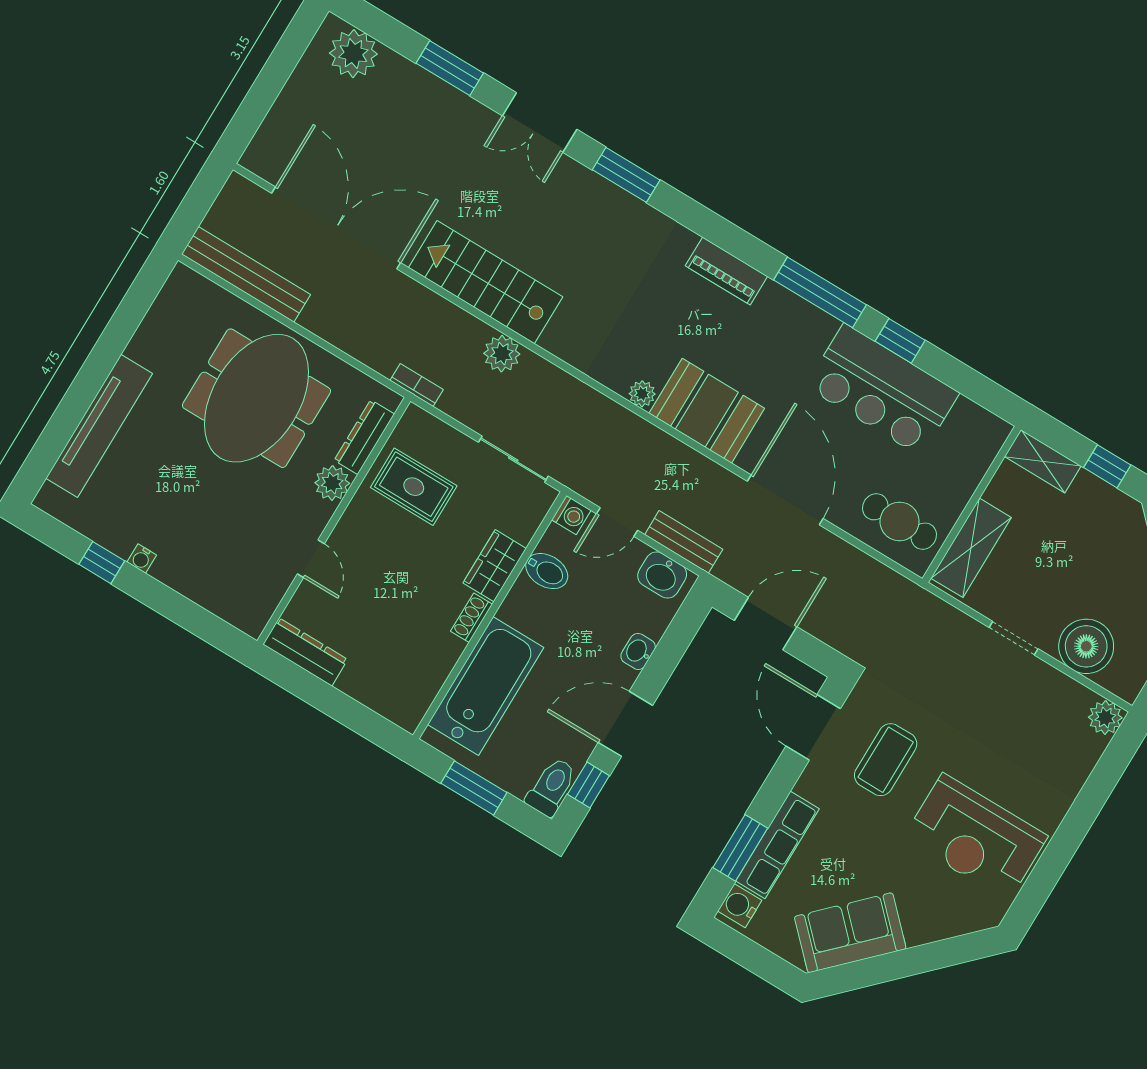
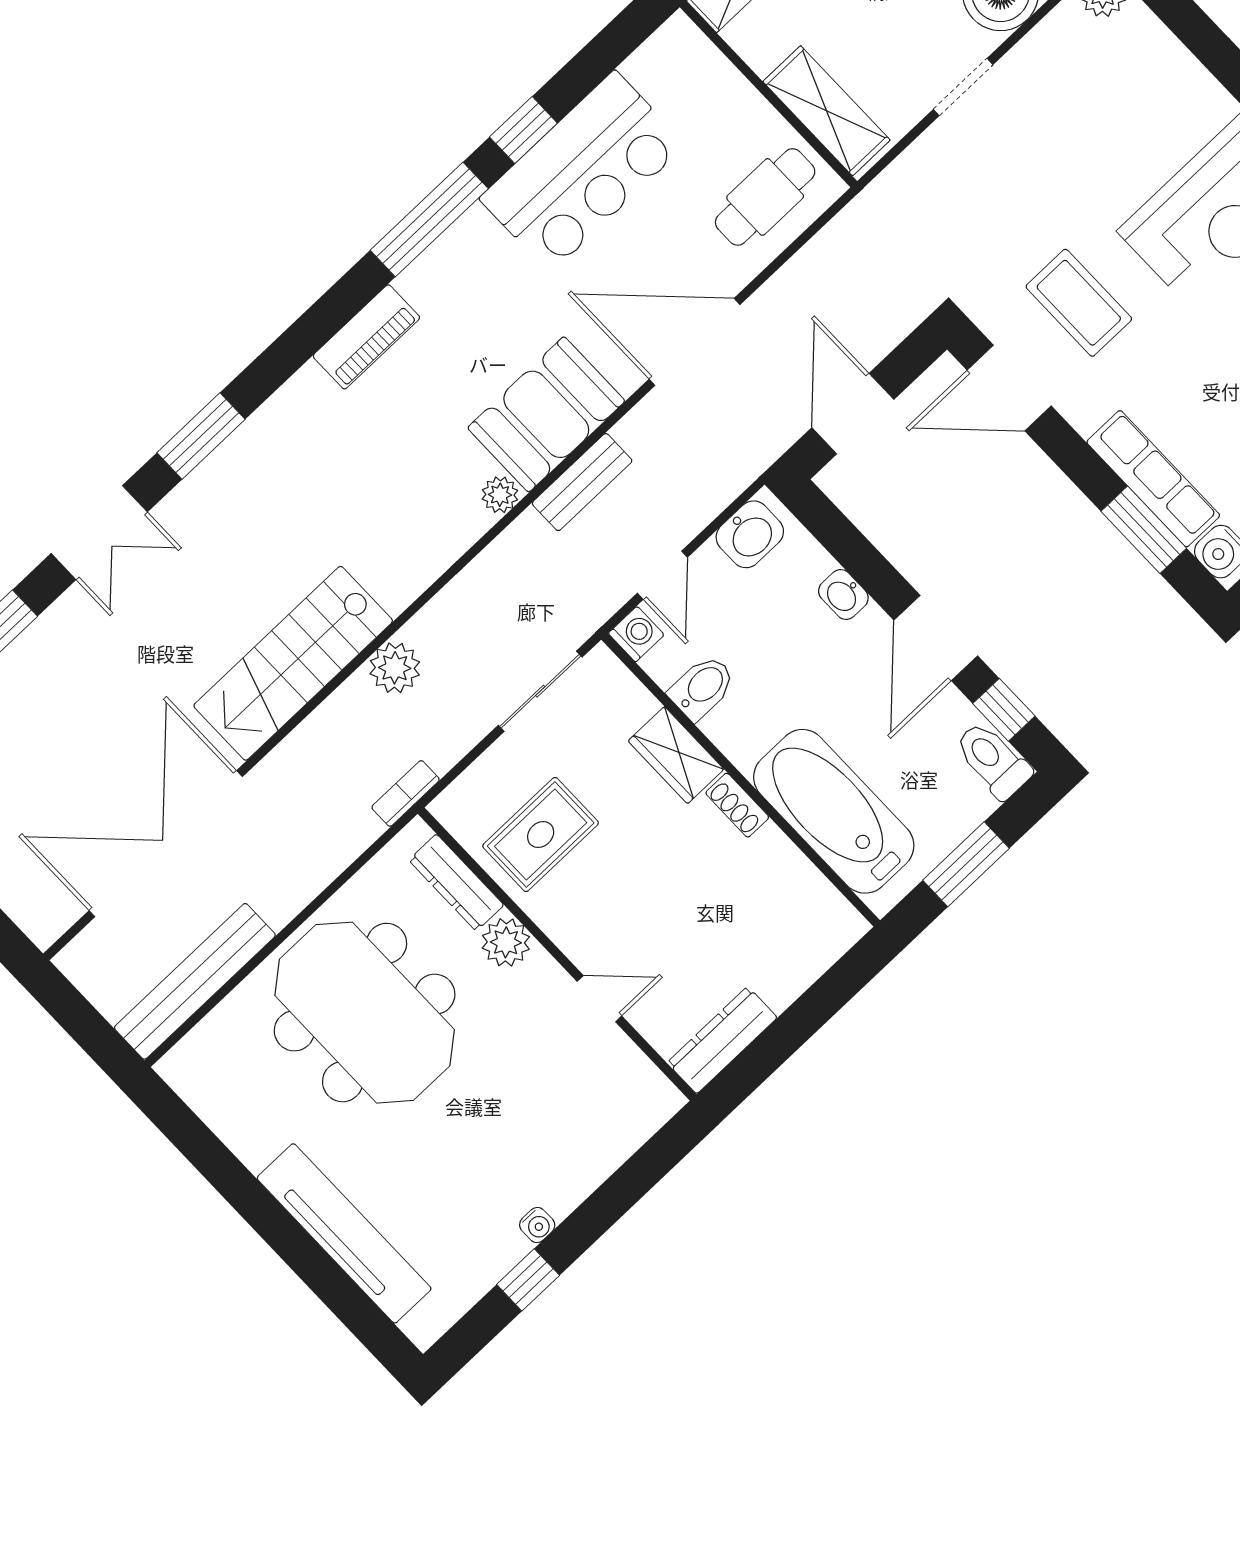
bench: (684, 542) -> (582, 482), moved

